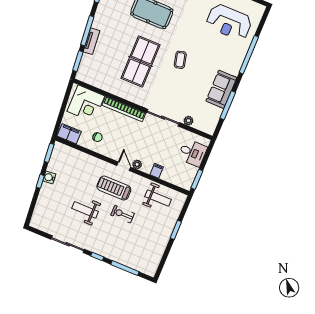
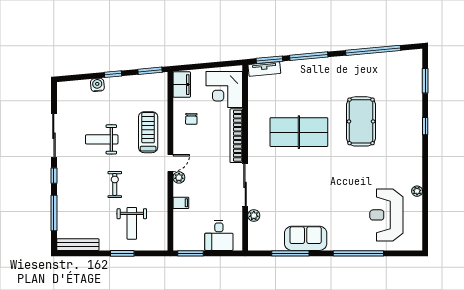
tv unit: (91, 41) -> (264, 69), moved
coffee table: (180, 60) -> (320, 177), removed
water cooler: (49, 177) -> (97, 85), moved
treadmill: (114, 188) -> (148, 132), moved
weight bench: (158, 198) -> (132, 223), moved
weight bench: (85, 210) -> (102, 139), turned -90
bench: (156, 260) -> (78, 245), added

